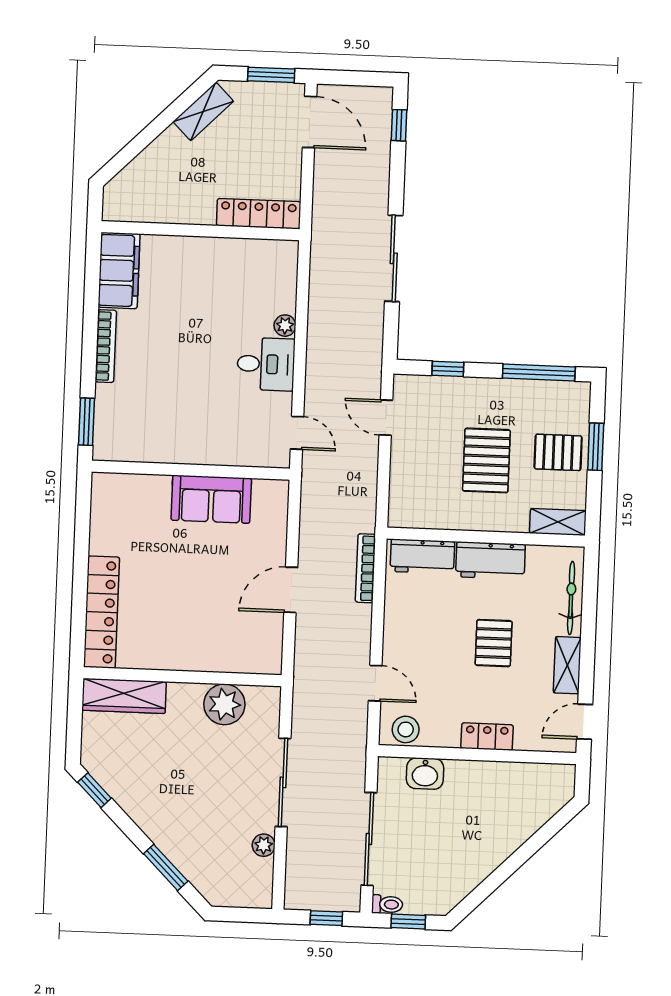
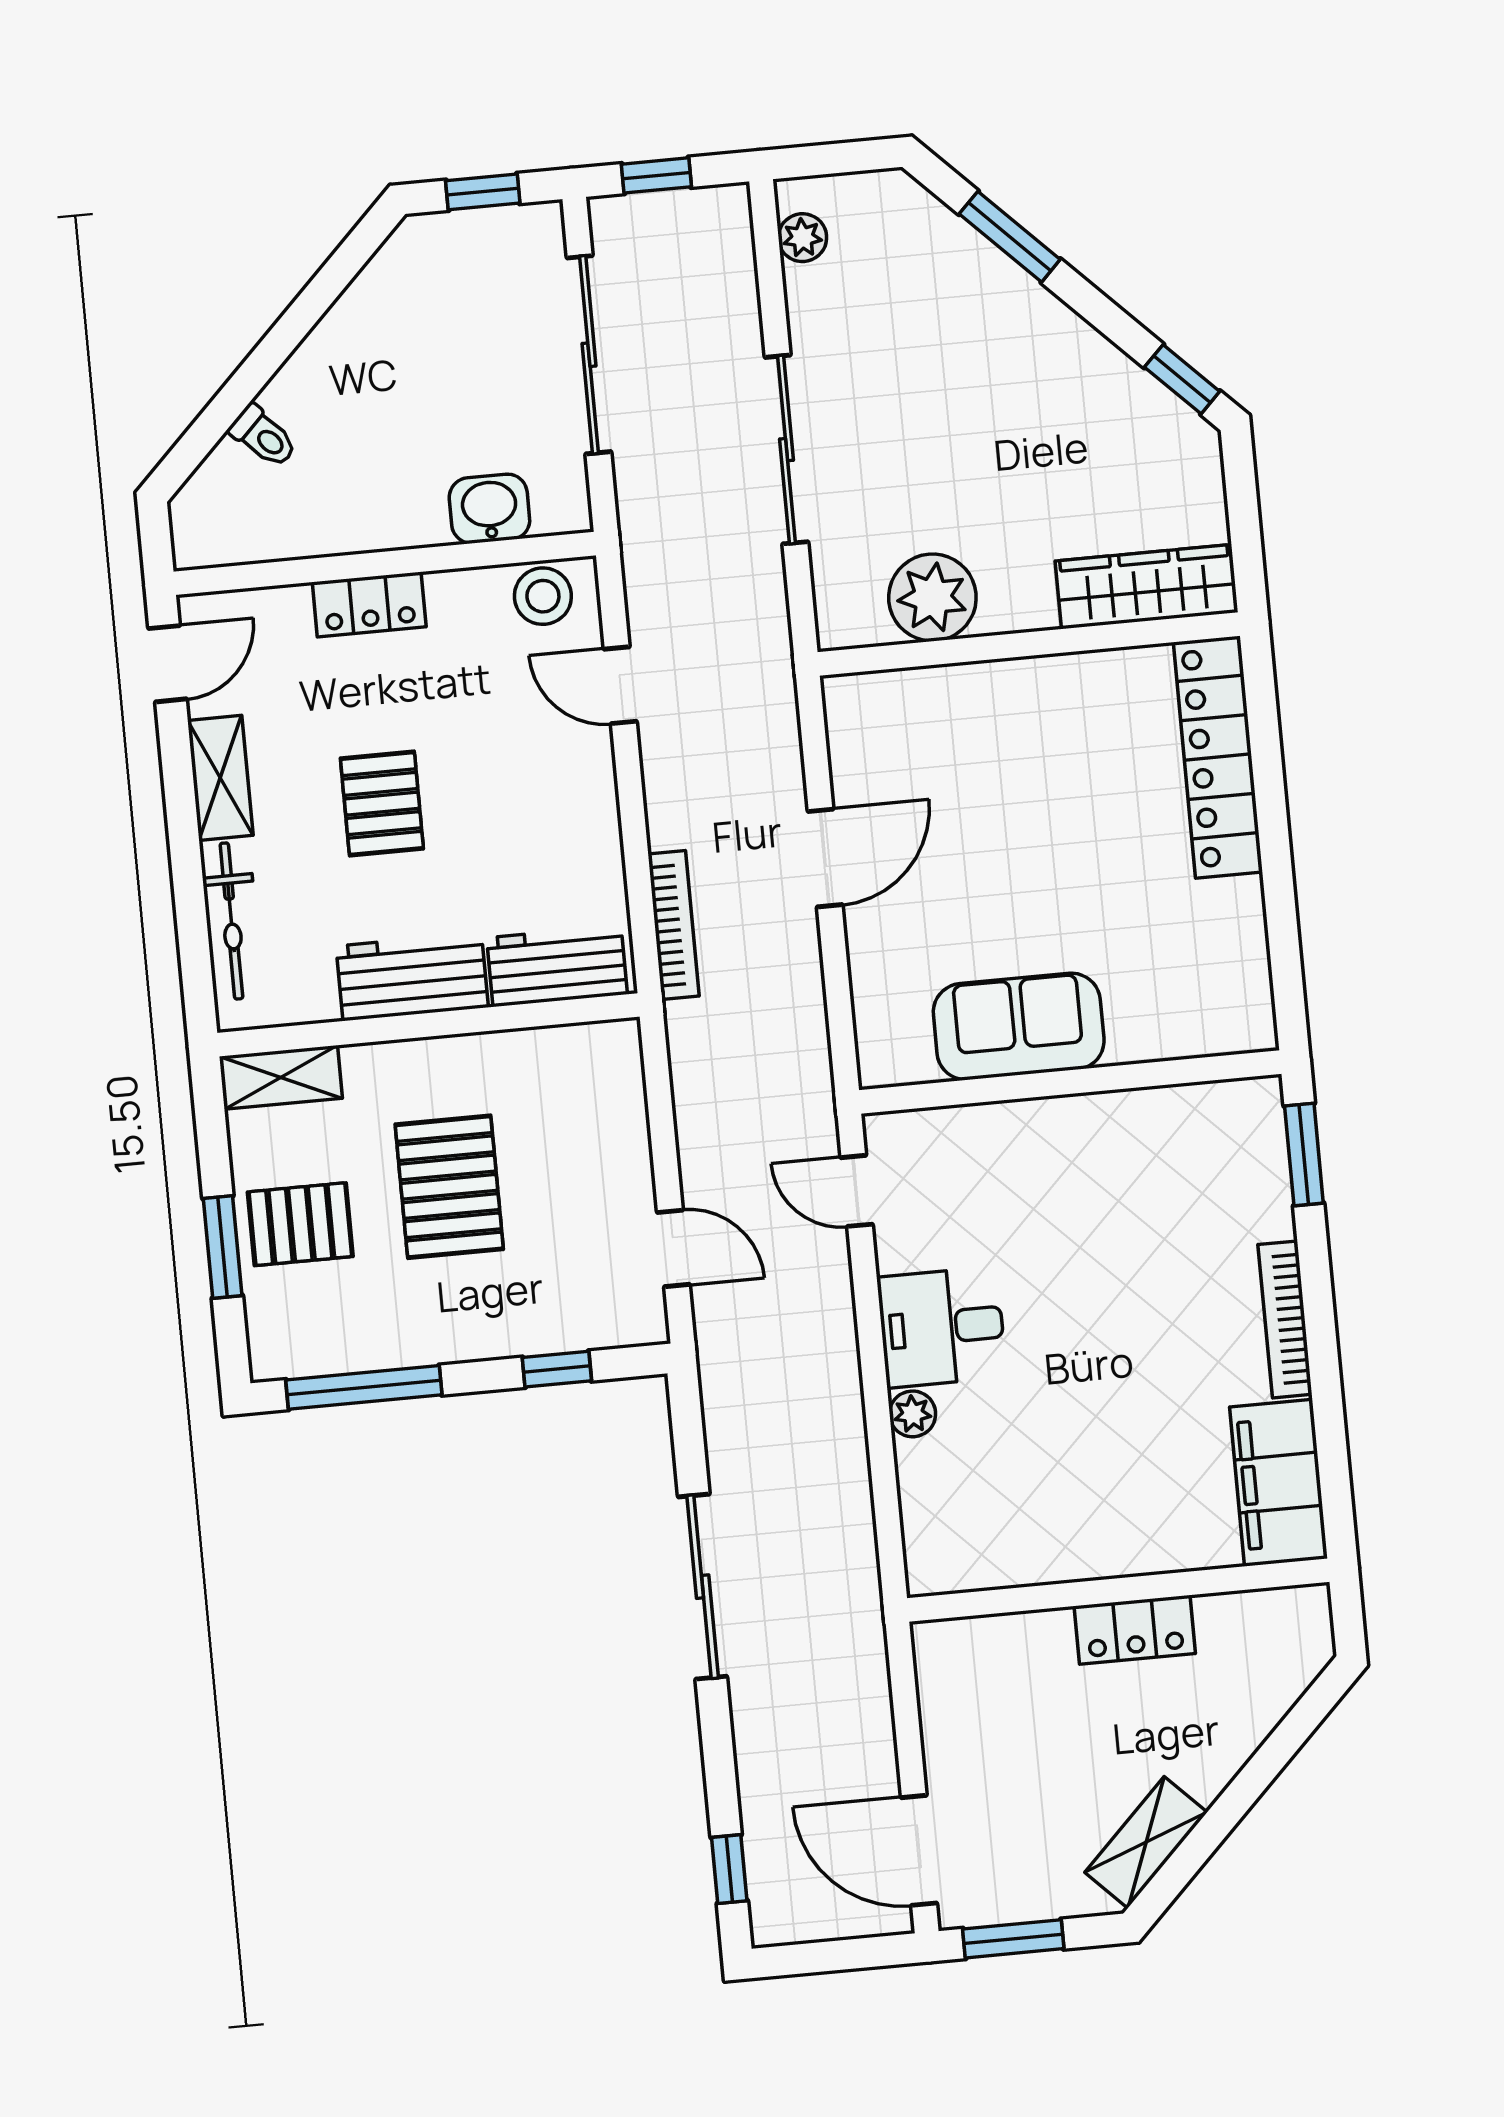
locker: (259, 214) -> (1135, 1630), moved, width x0.66
plant: (264, 845) -> (802, 238), moved
toilet: (387, 904) -> (263, 436), moved, turned -135

